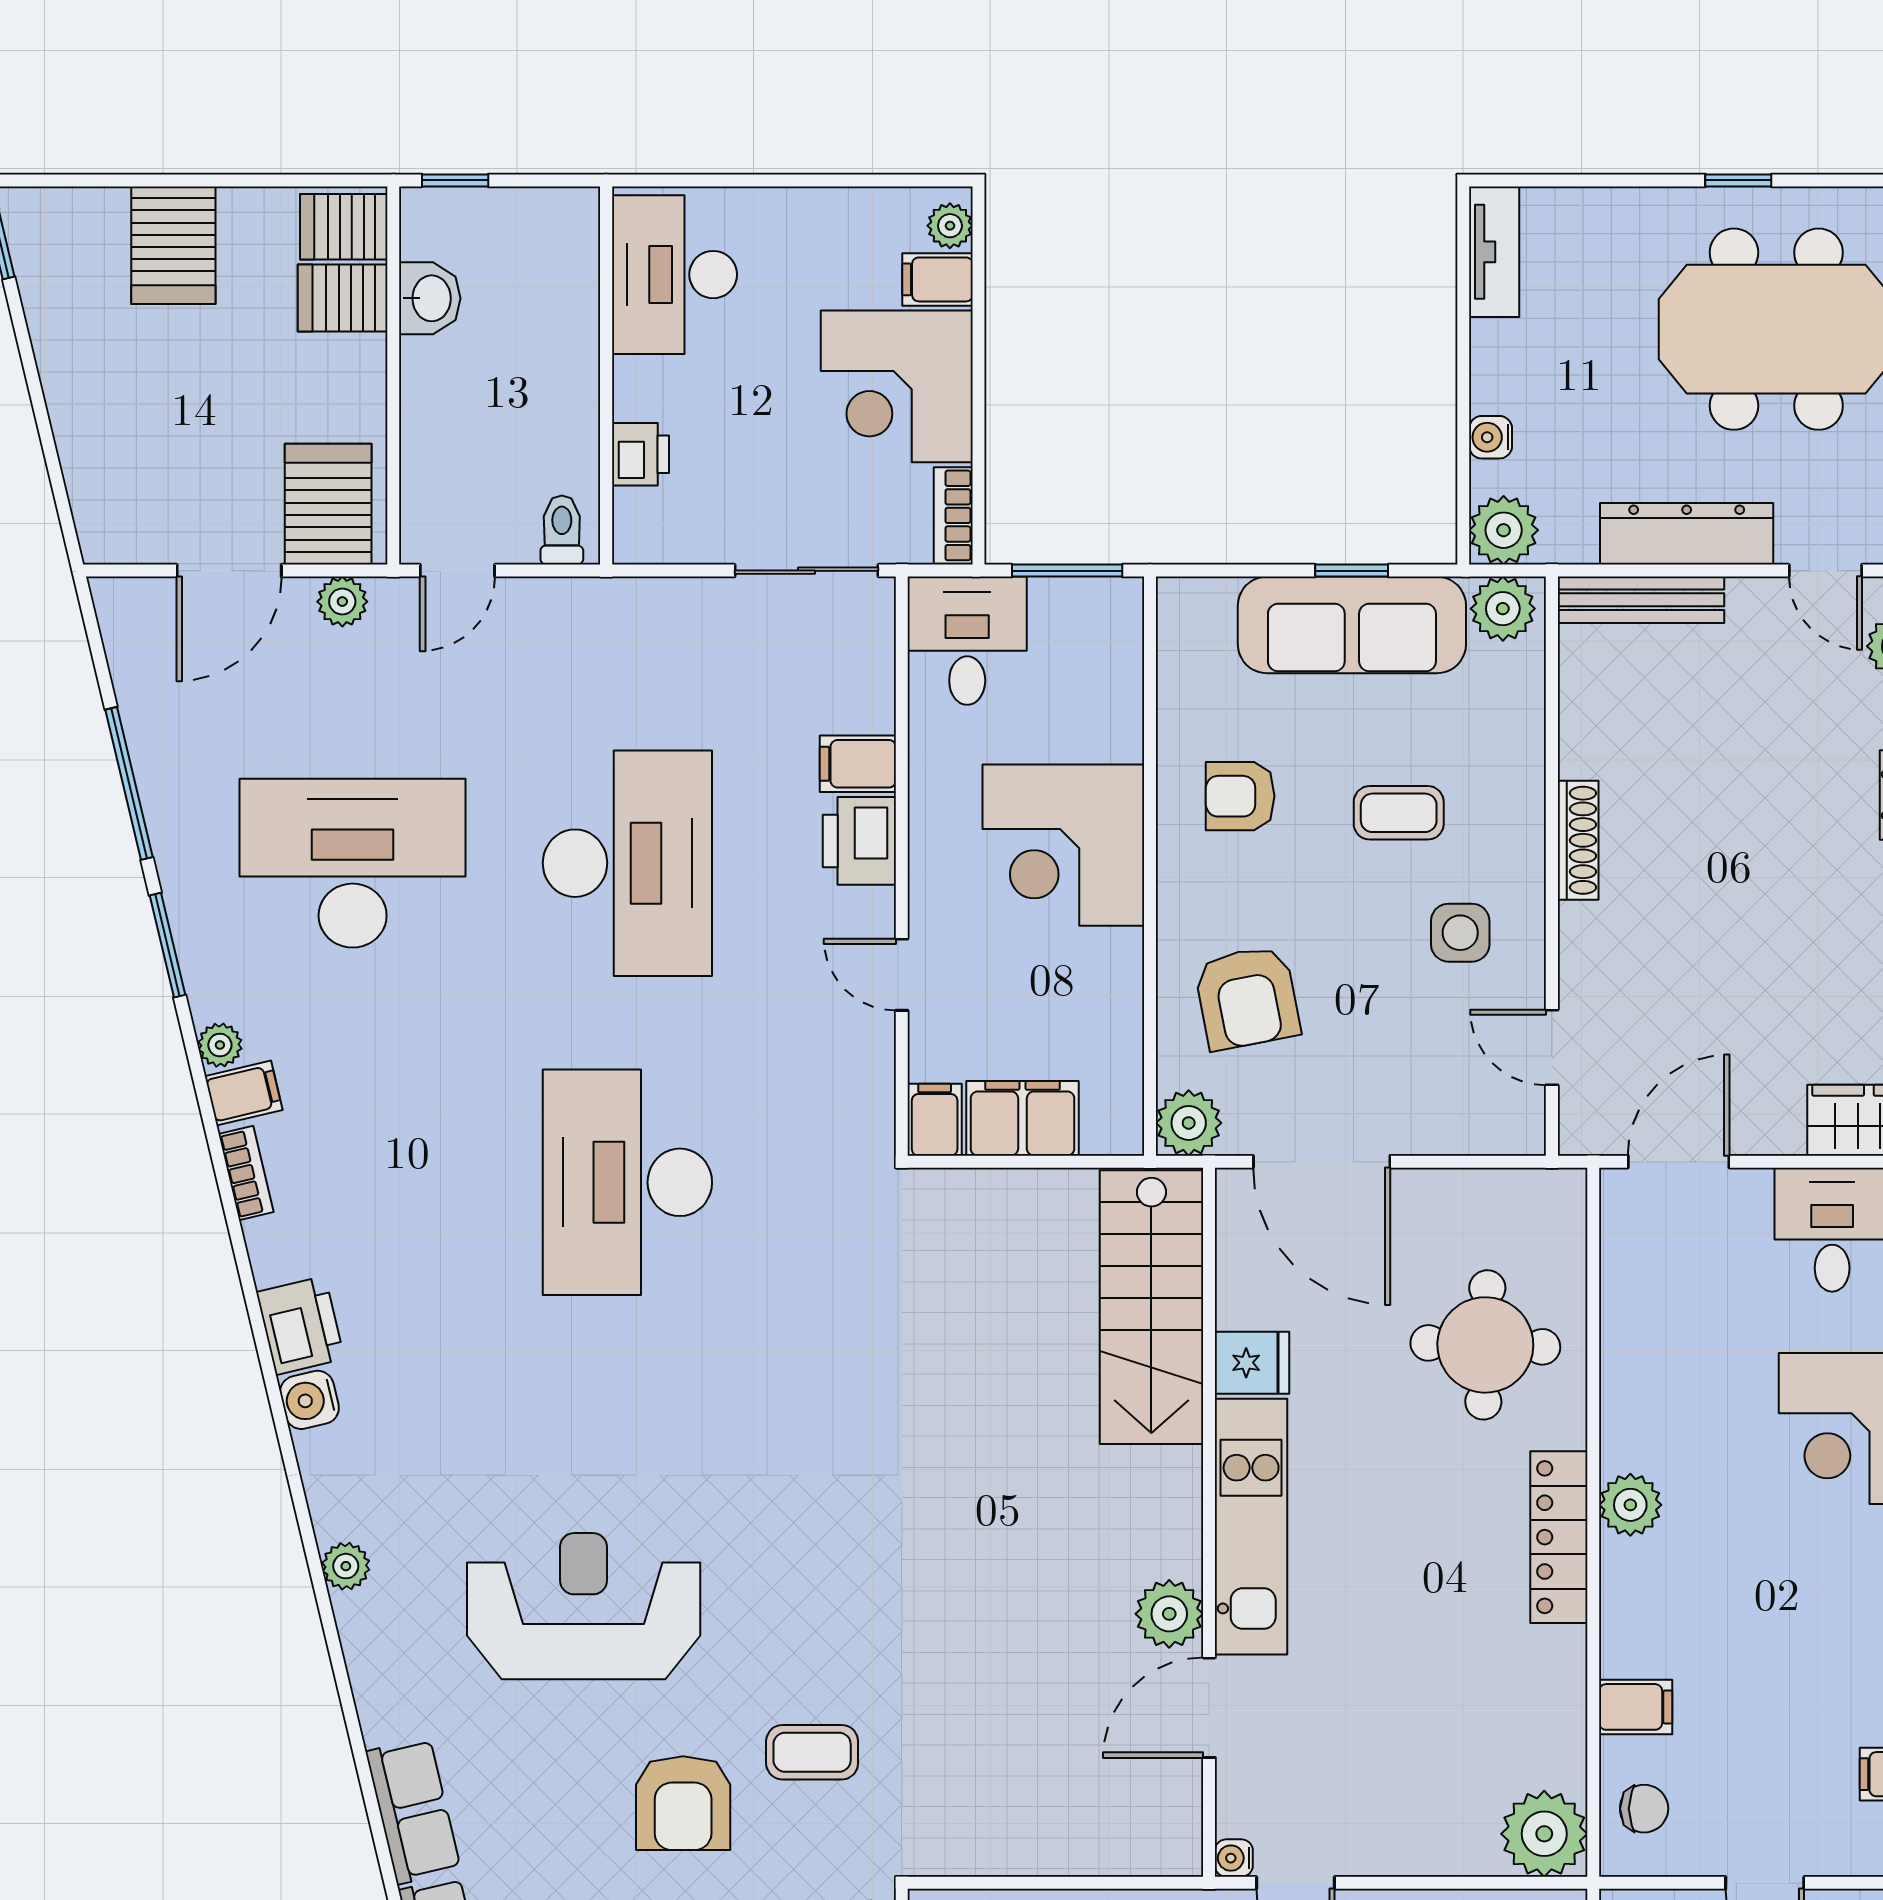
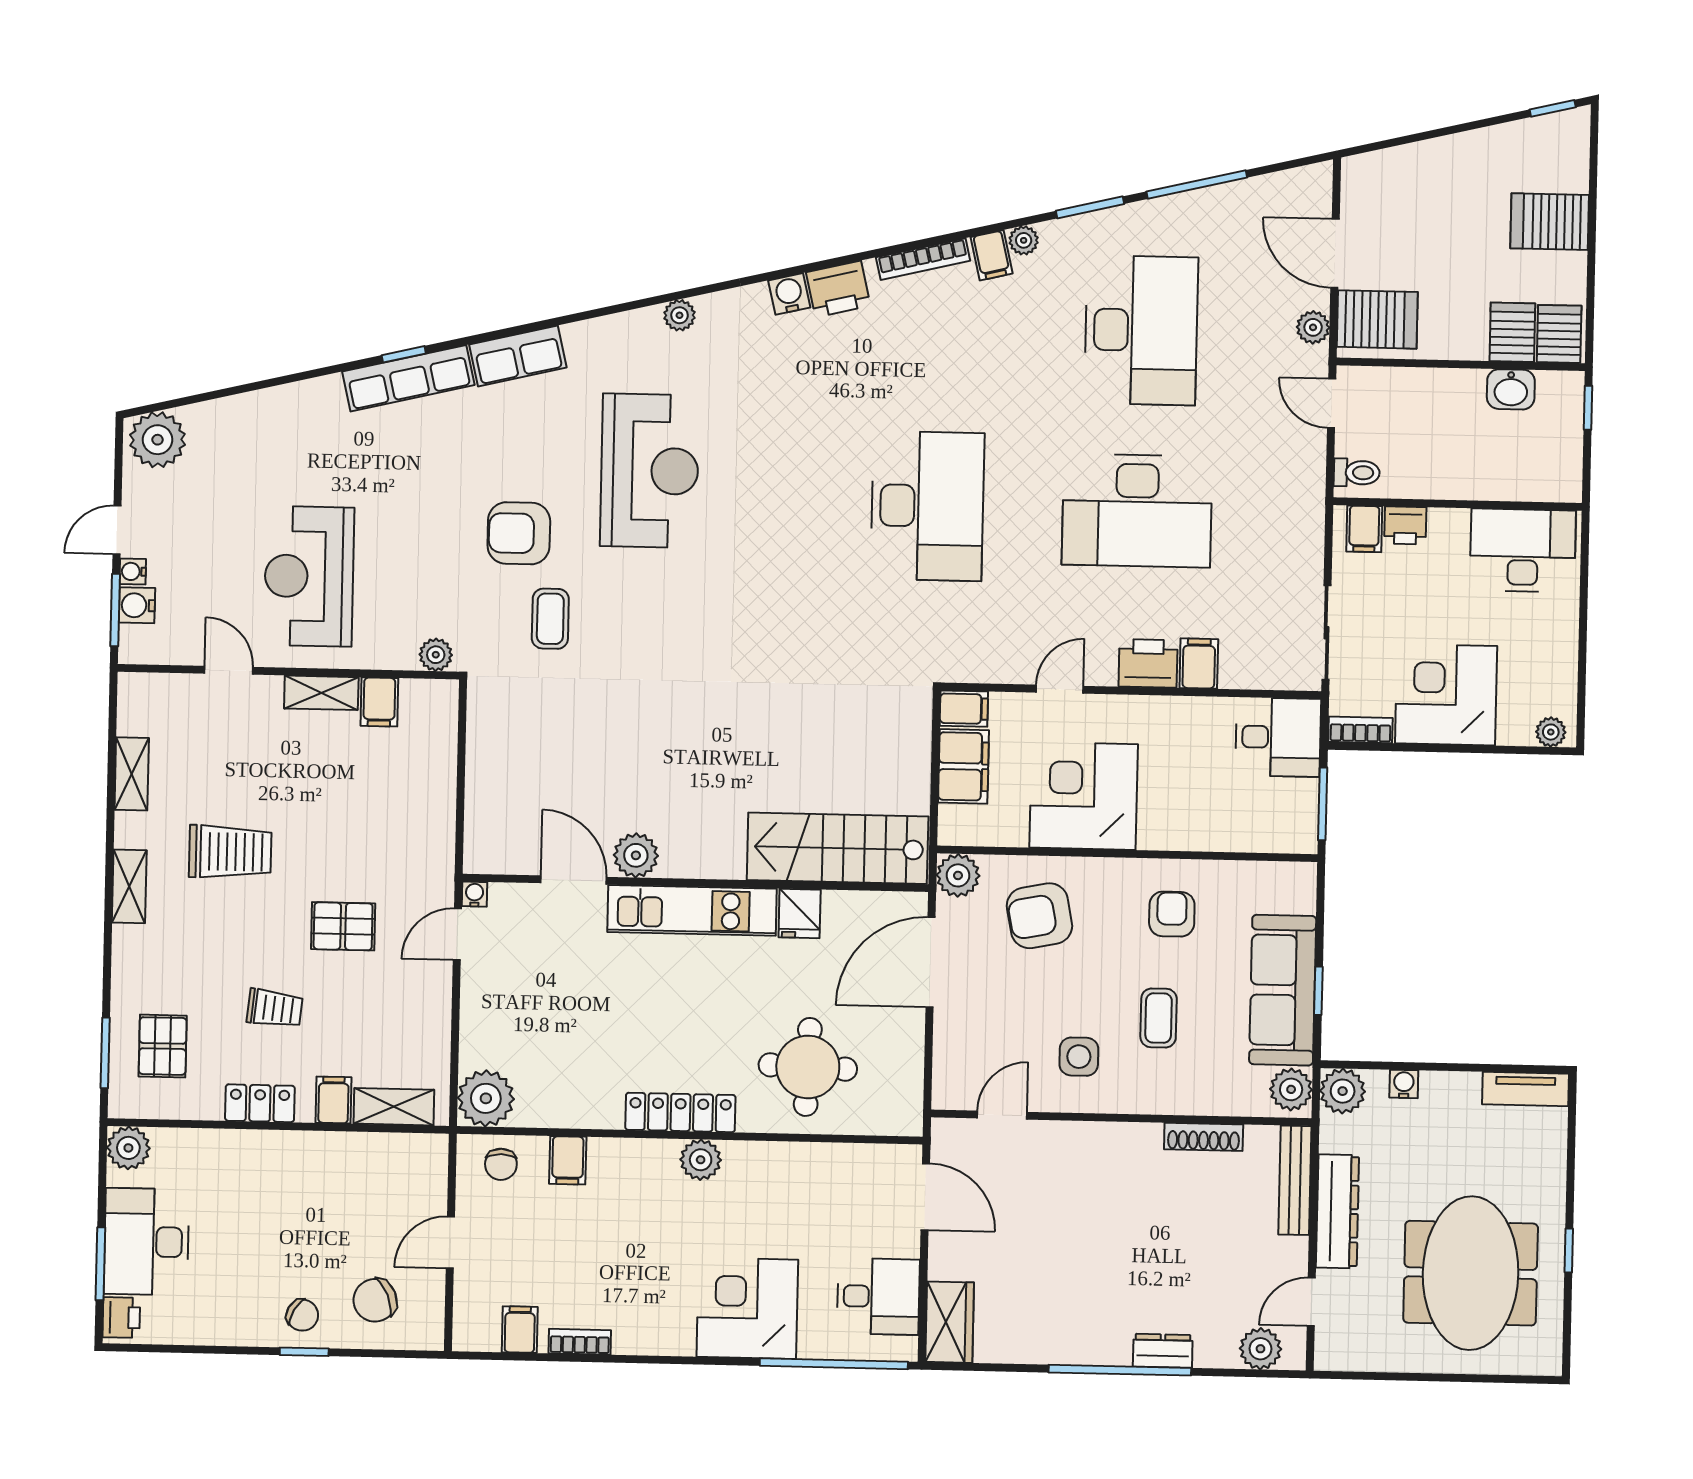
filing cabinet: (937, 279) -> (1364, 529), moved, turned 180
shoe rack: (1578, 840) -> (1204, 1137), moved
corner desk: (1063, 845) -> (1084, 796), moved
bookcase: (246, 1173) -> (923, 259), width x1.56
desk: (627, 1182) -> (927, 506), turned 90

